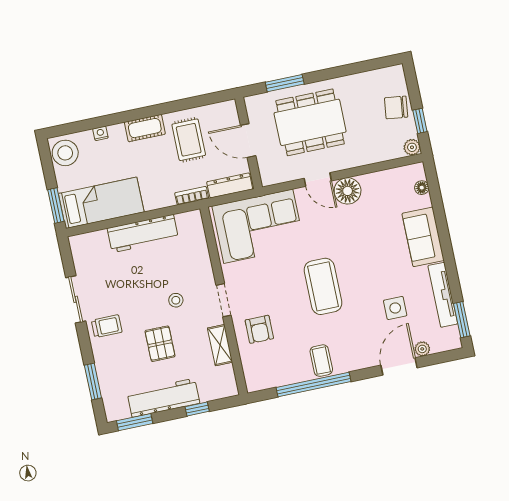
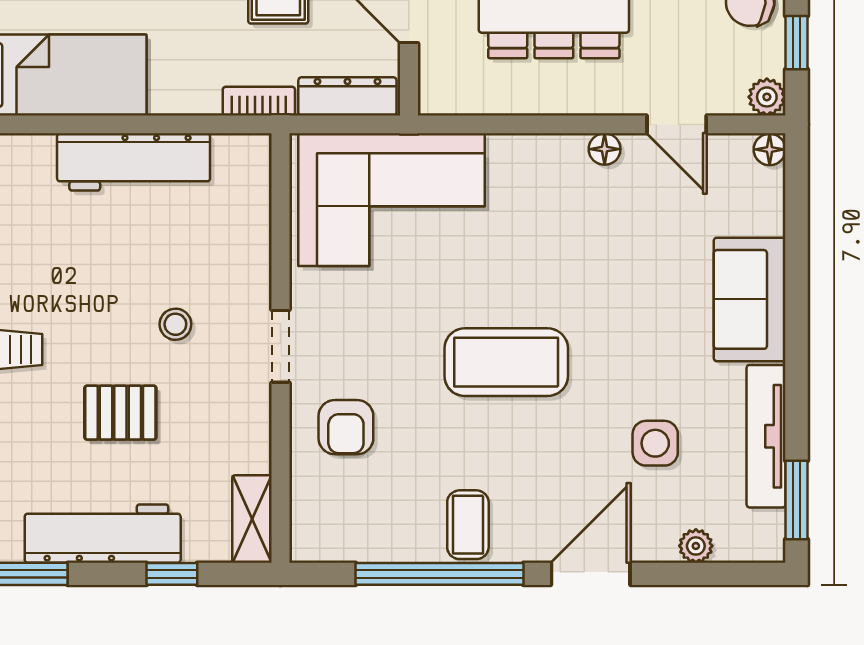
door: (318, 180) -> (677, 124), moved
floor lamp: (422, 188) -> (770, 149), moved
floor lamp: (348, 191) -> (605, 149), width x0.53, depth x0.53
coffee table: (323, 286) -> (506, 362), turned 90
pallet: (160, 344) -> (120, 413), turned 90
shelving: (220, 345) -> (252, 519), moved
door: (399, 366) -> (591, 574), moved

